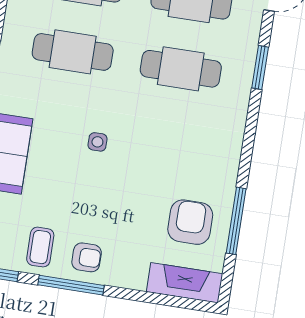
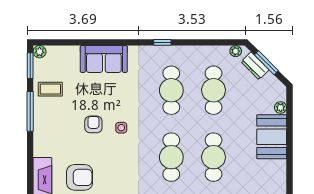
side table: (97, 142) -> (121, 128), moved
armchair: (87, 257) -> (93, 124), moved, turned 180

